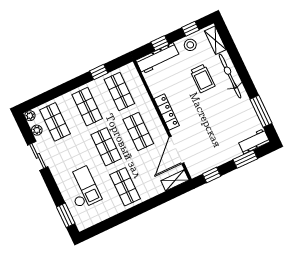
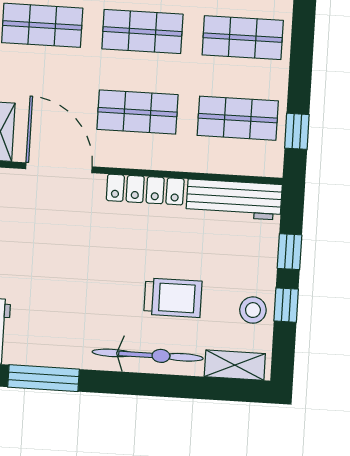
window: (190, 29) -> (286, 305), moved
workbench: (158, 58) -> (234, 200), moved, turned -90
window: (99, 72) -> (297, 131), moved
trolley: (202, 78) -> (173, 298), turned 180

